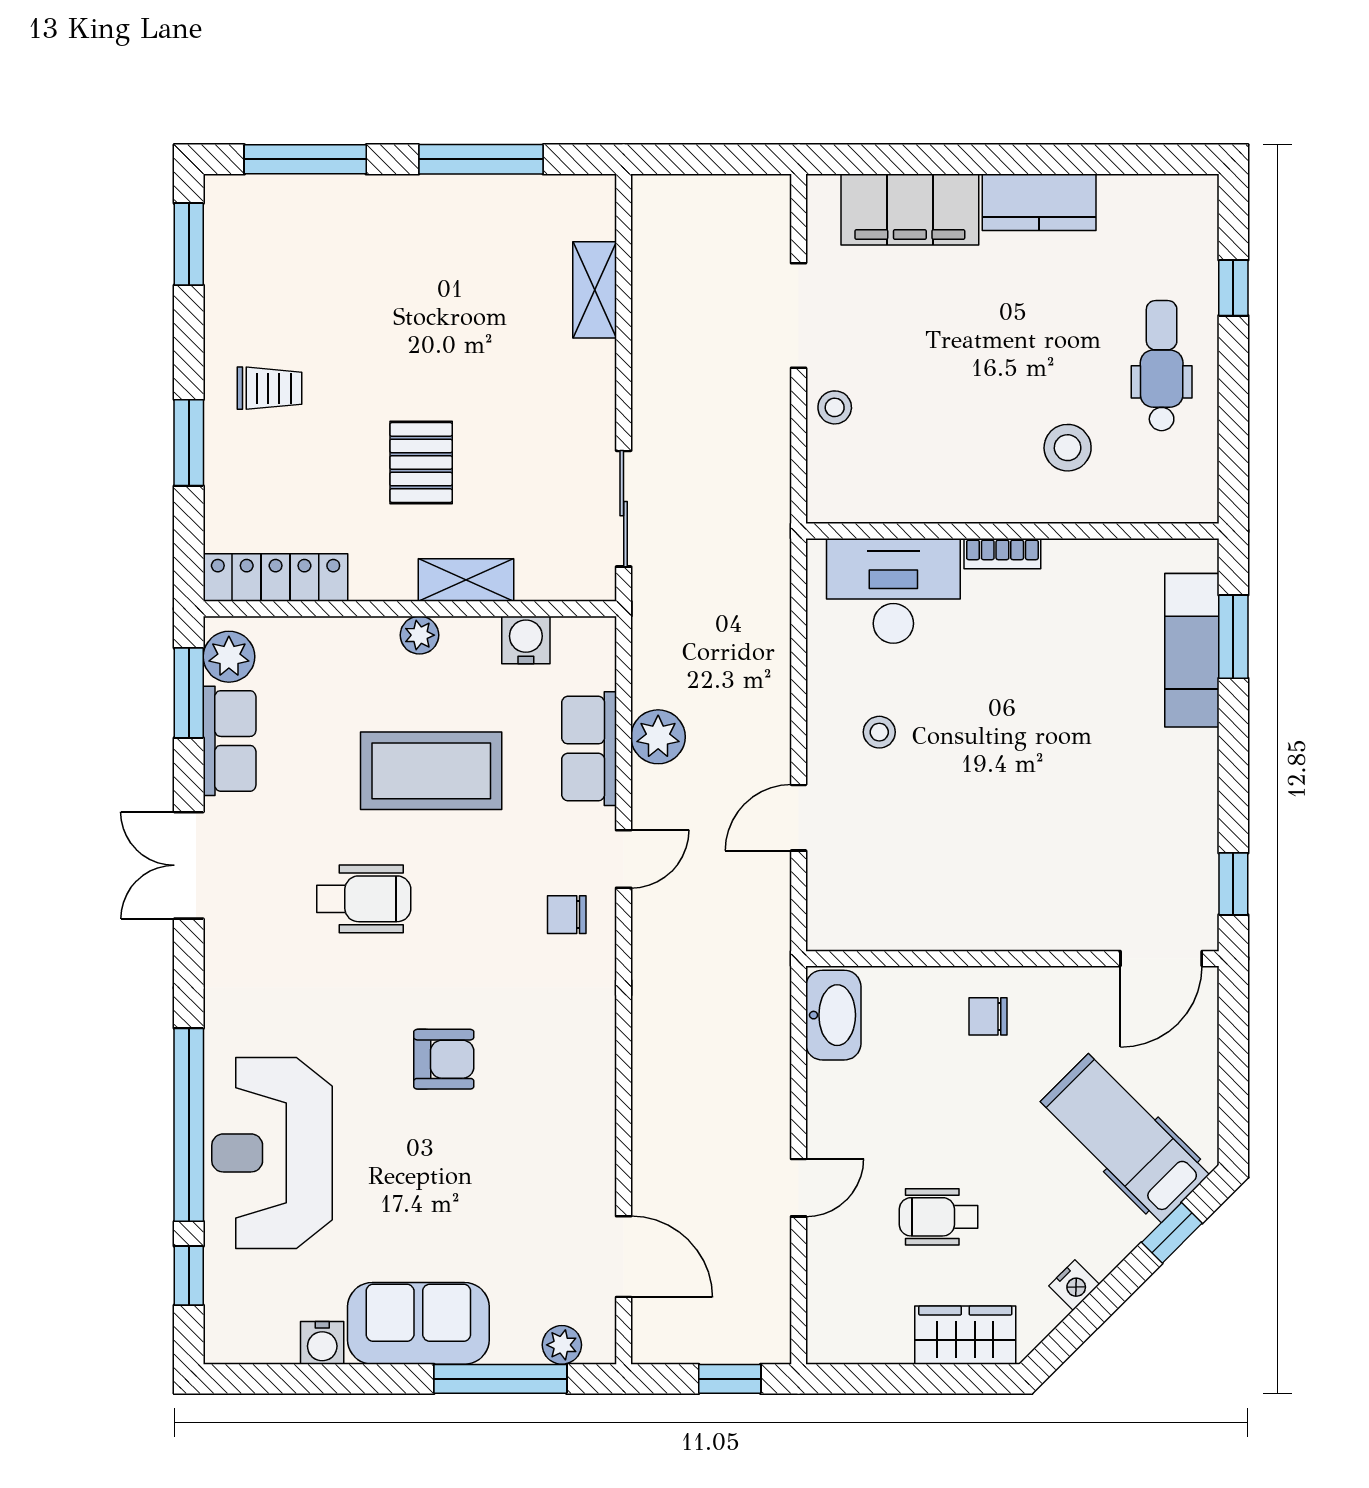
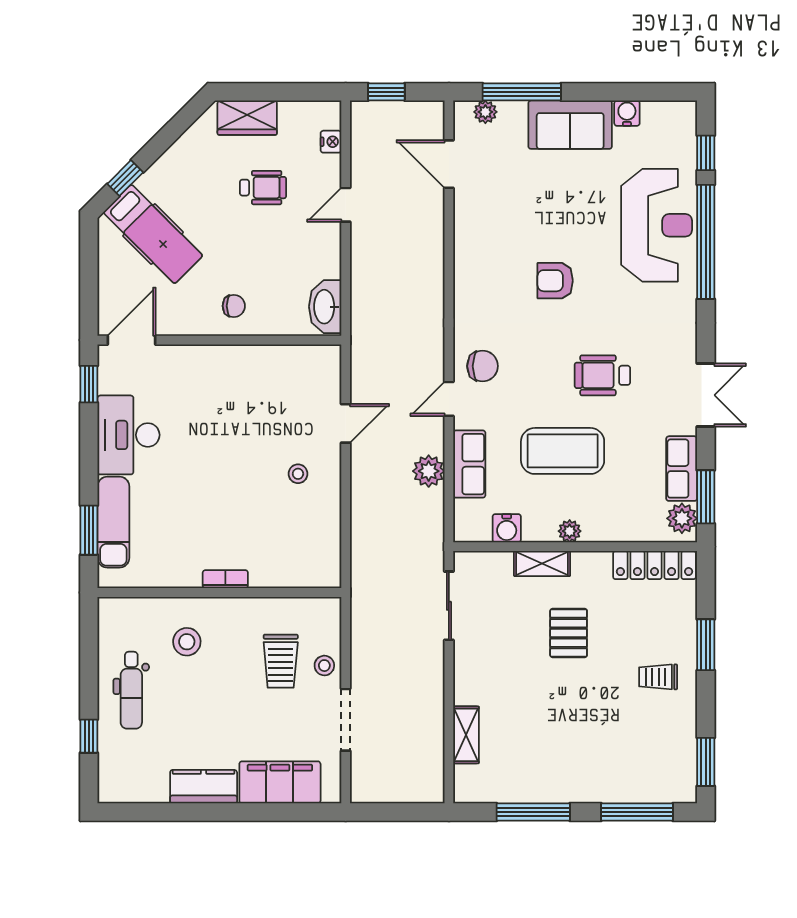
trolley: (909, 415) -> (281, 661), added
desk: (893, 591) -> (128, 435), moved, turned 90
chair: (567, 915) -> (483, 366), width x1.37, depth x1.37
nightstand: (1074, 1285) -> (331, 142), moved, turned 135

